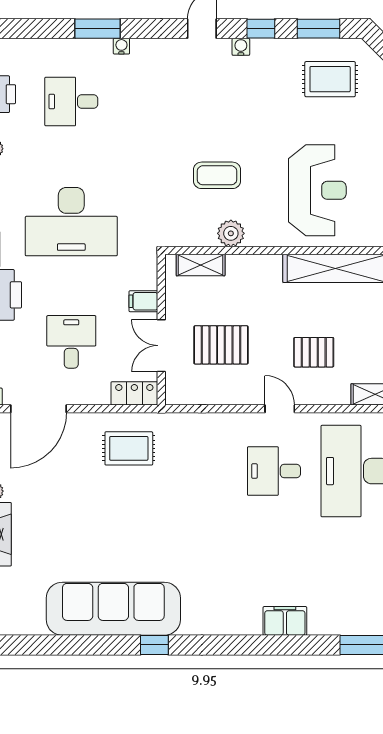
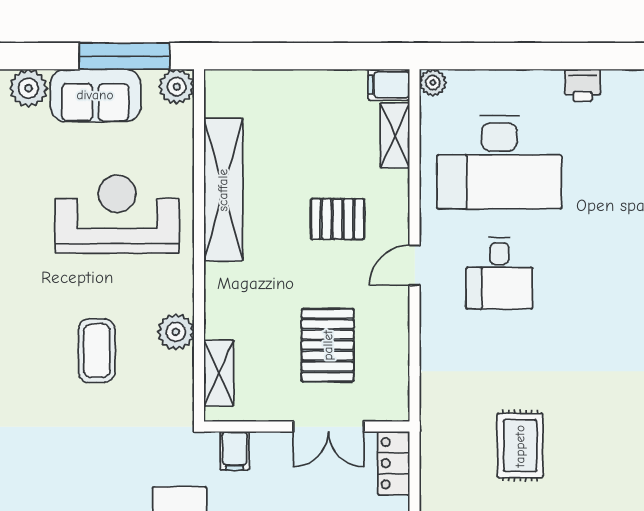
filing cabinet: (143, 301) -> (235, 451), moved
pallet: (314, 352) -> (338, 219), turned 90
rug: (129, 448) -> (520, 446), moved

